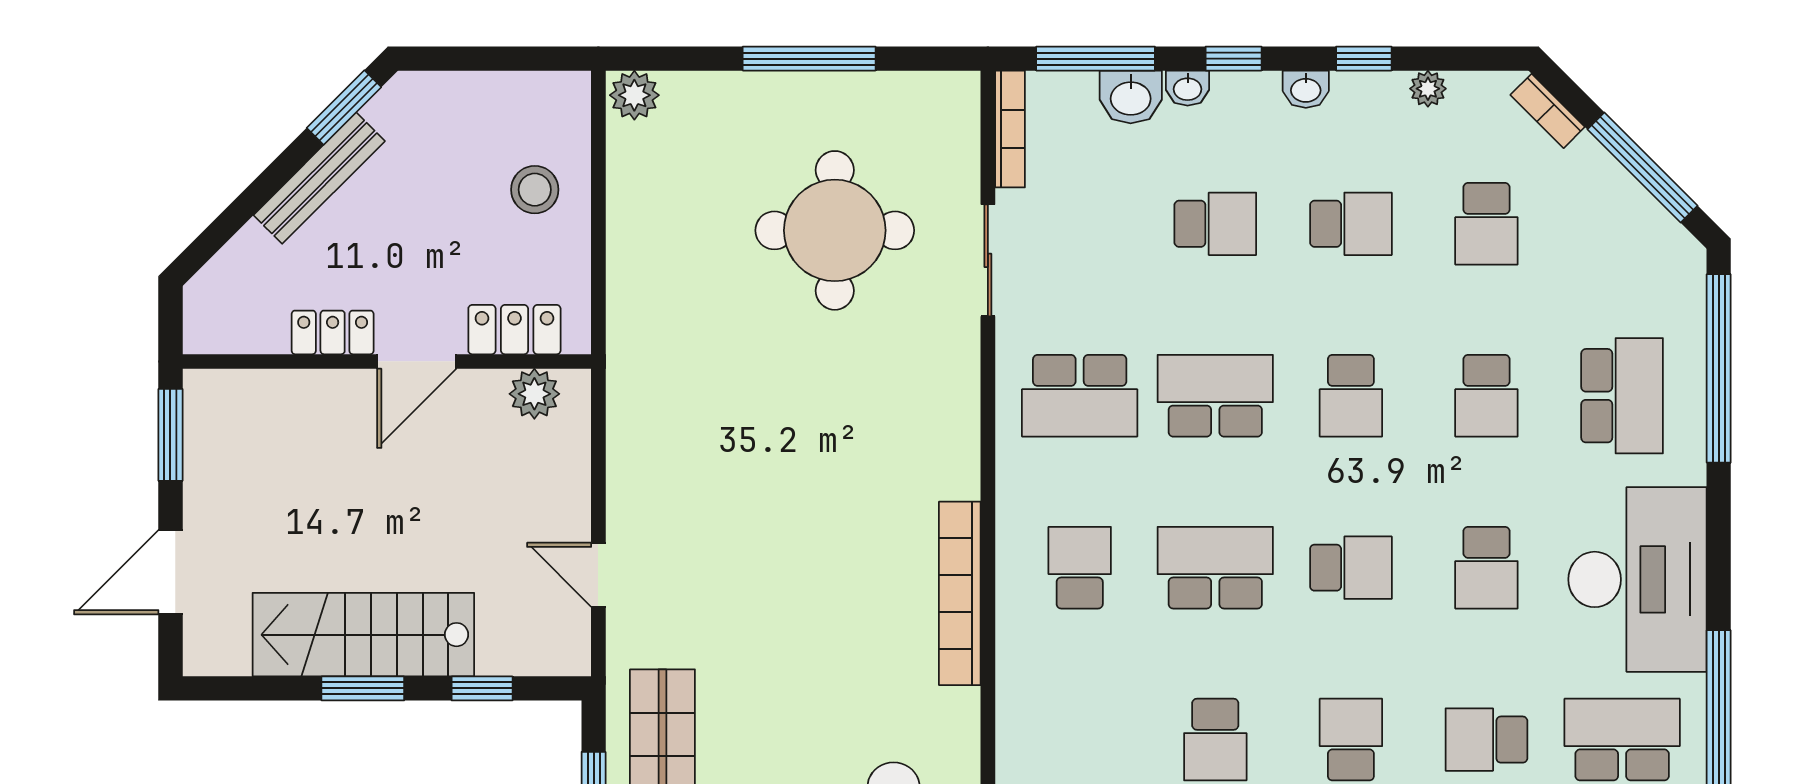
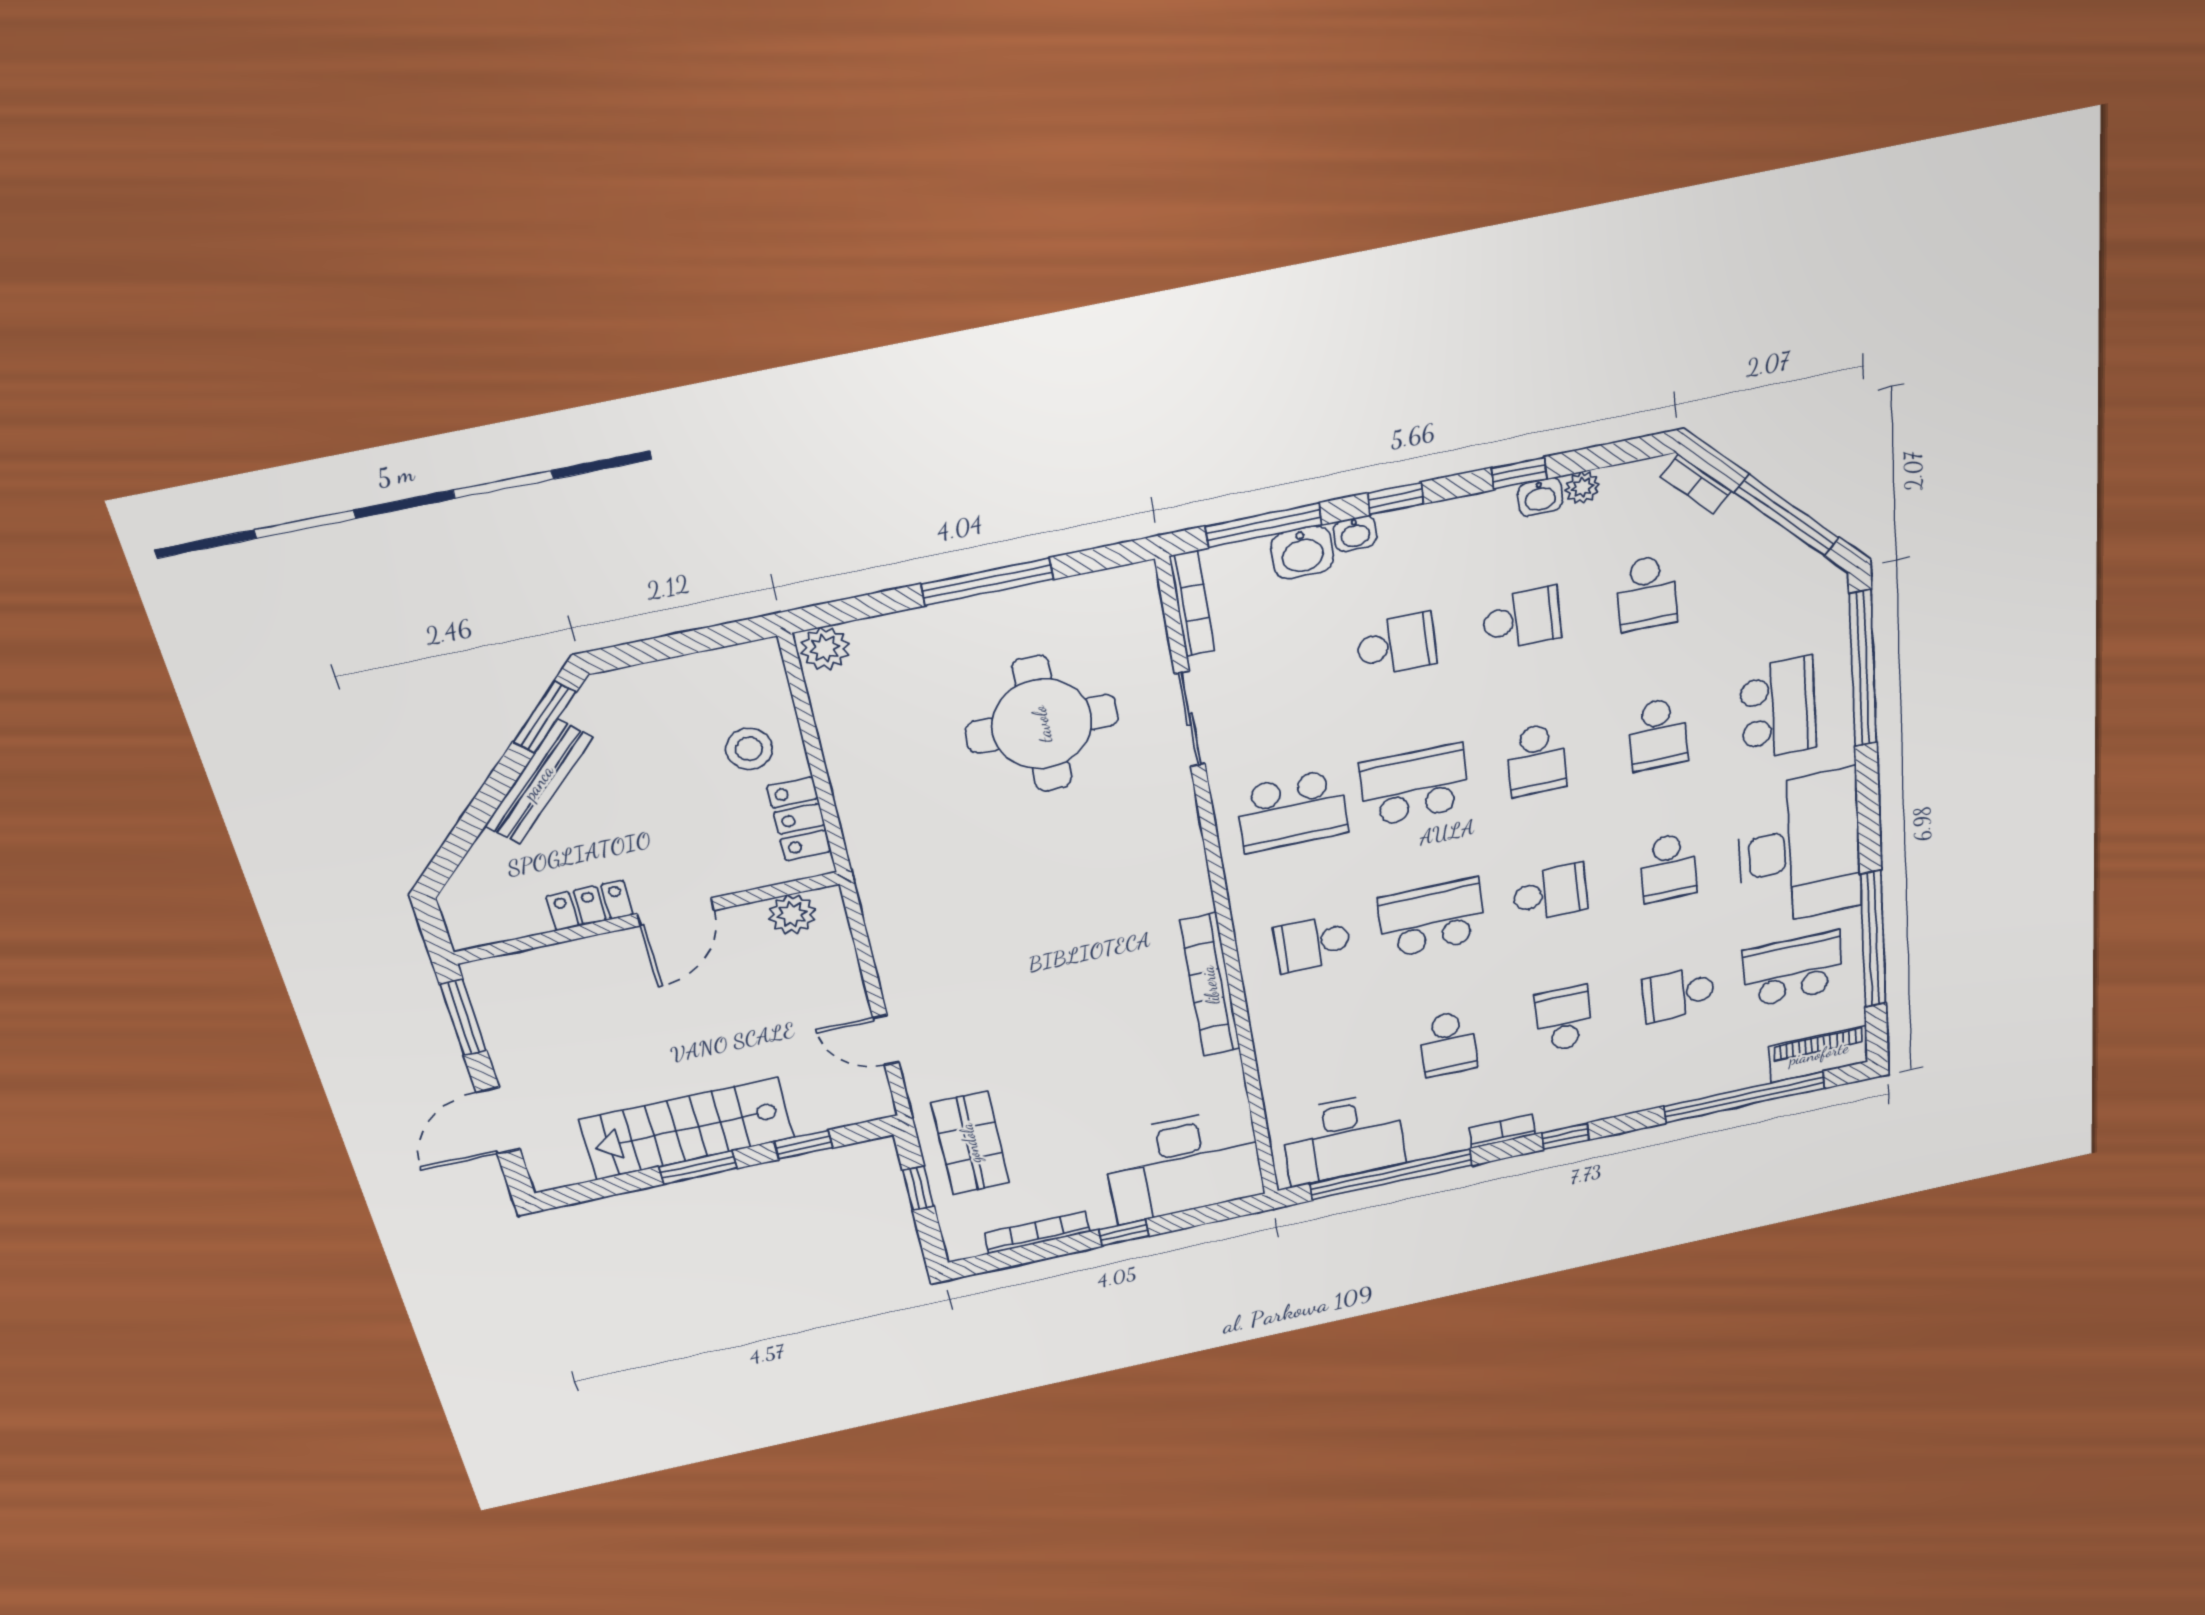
washbasin: (1306, 89) -> (1540, 497), moved
locker: (514, 330) -> (799, 819), moved, turned -90
school desk: (1080, 568) -> (1313, 943), turned -90

